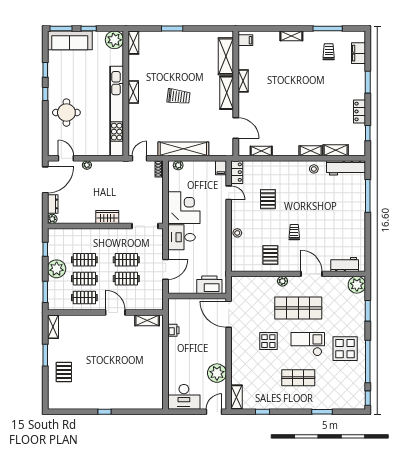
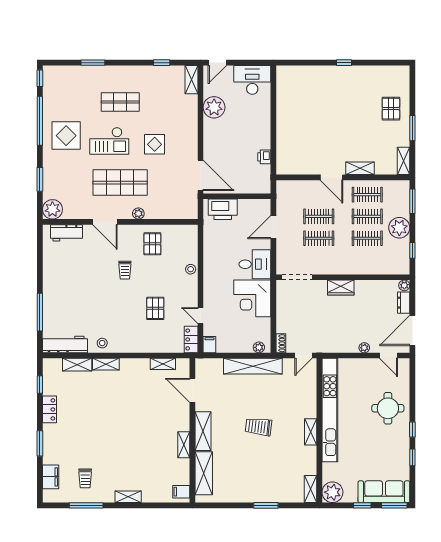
shelving: (147, 320) -> (360, 168), moved

